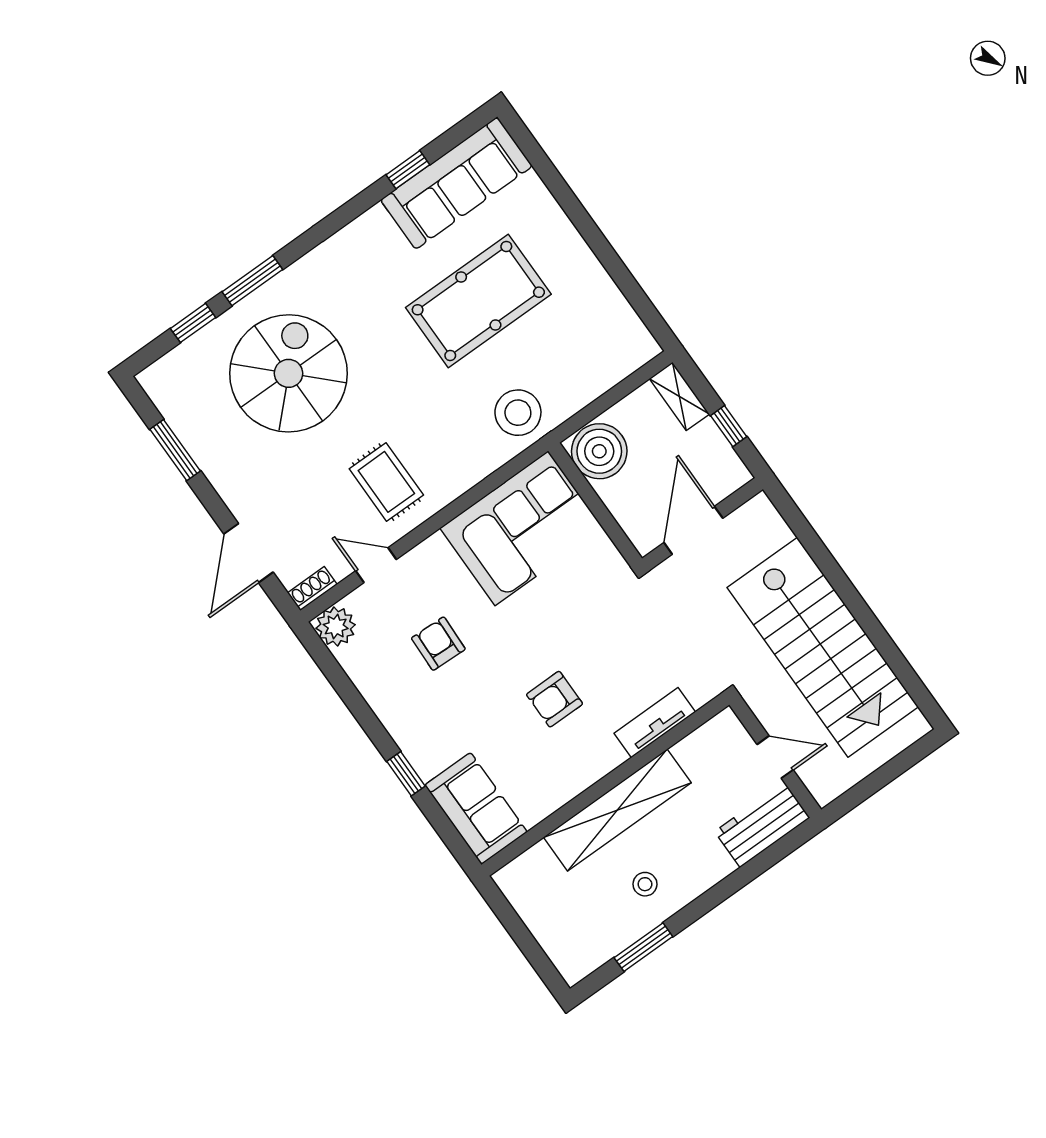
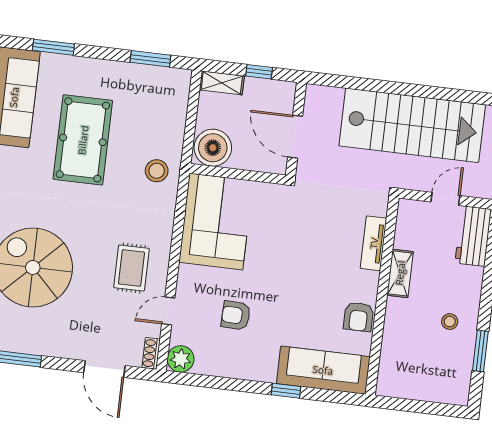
window: (550, 176) -> (53, 47), added
window: (635, 294) -> (150, 59), added
stool: (518, 413) -> (157, 171), width x0.73, depth x0.73
rug: (386, 482) -> (131, 268), turned 90
armchair: (555, 699) -> (358, 317), moved
sofa: (476, 808) -> (323, 370), width x1.36
shelving: (617, 810) -> (400, 273), width x0.45, depth x0.75

